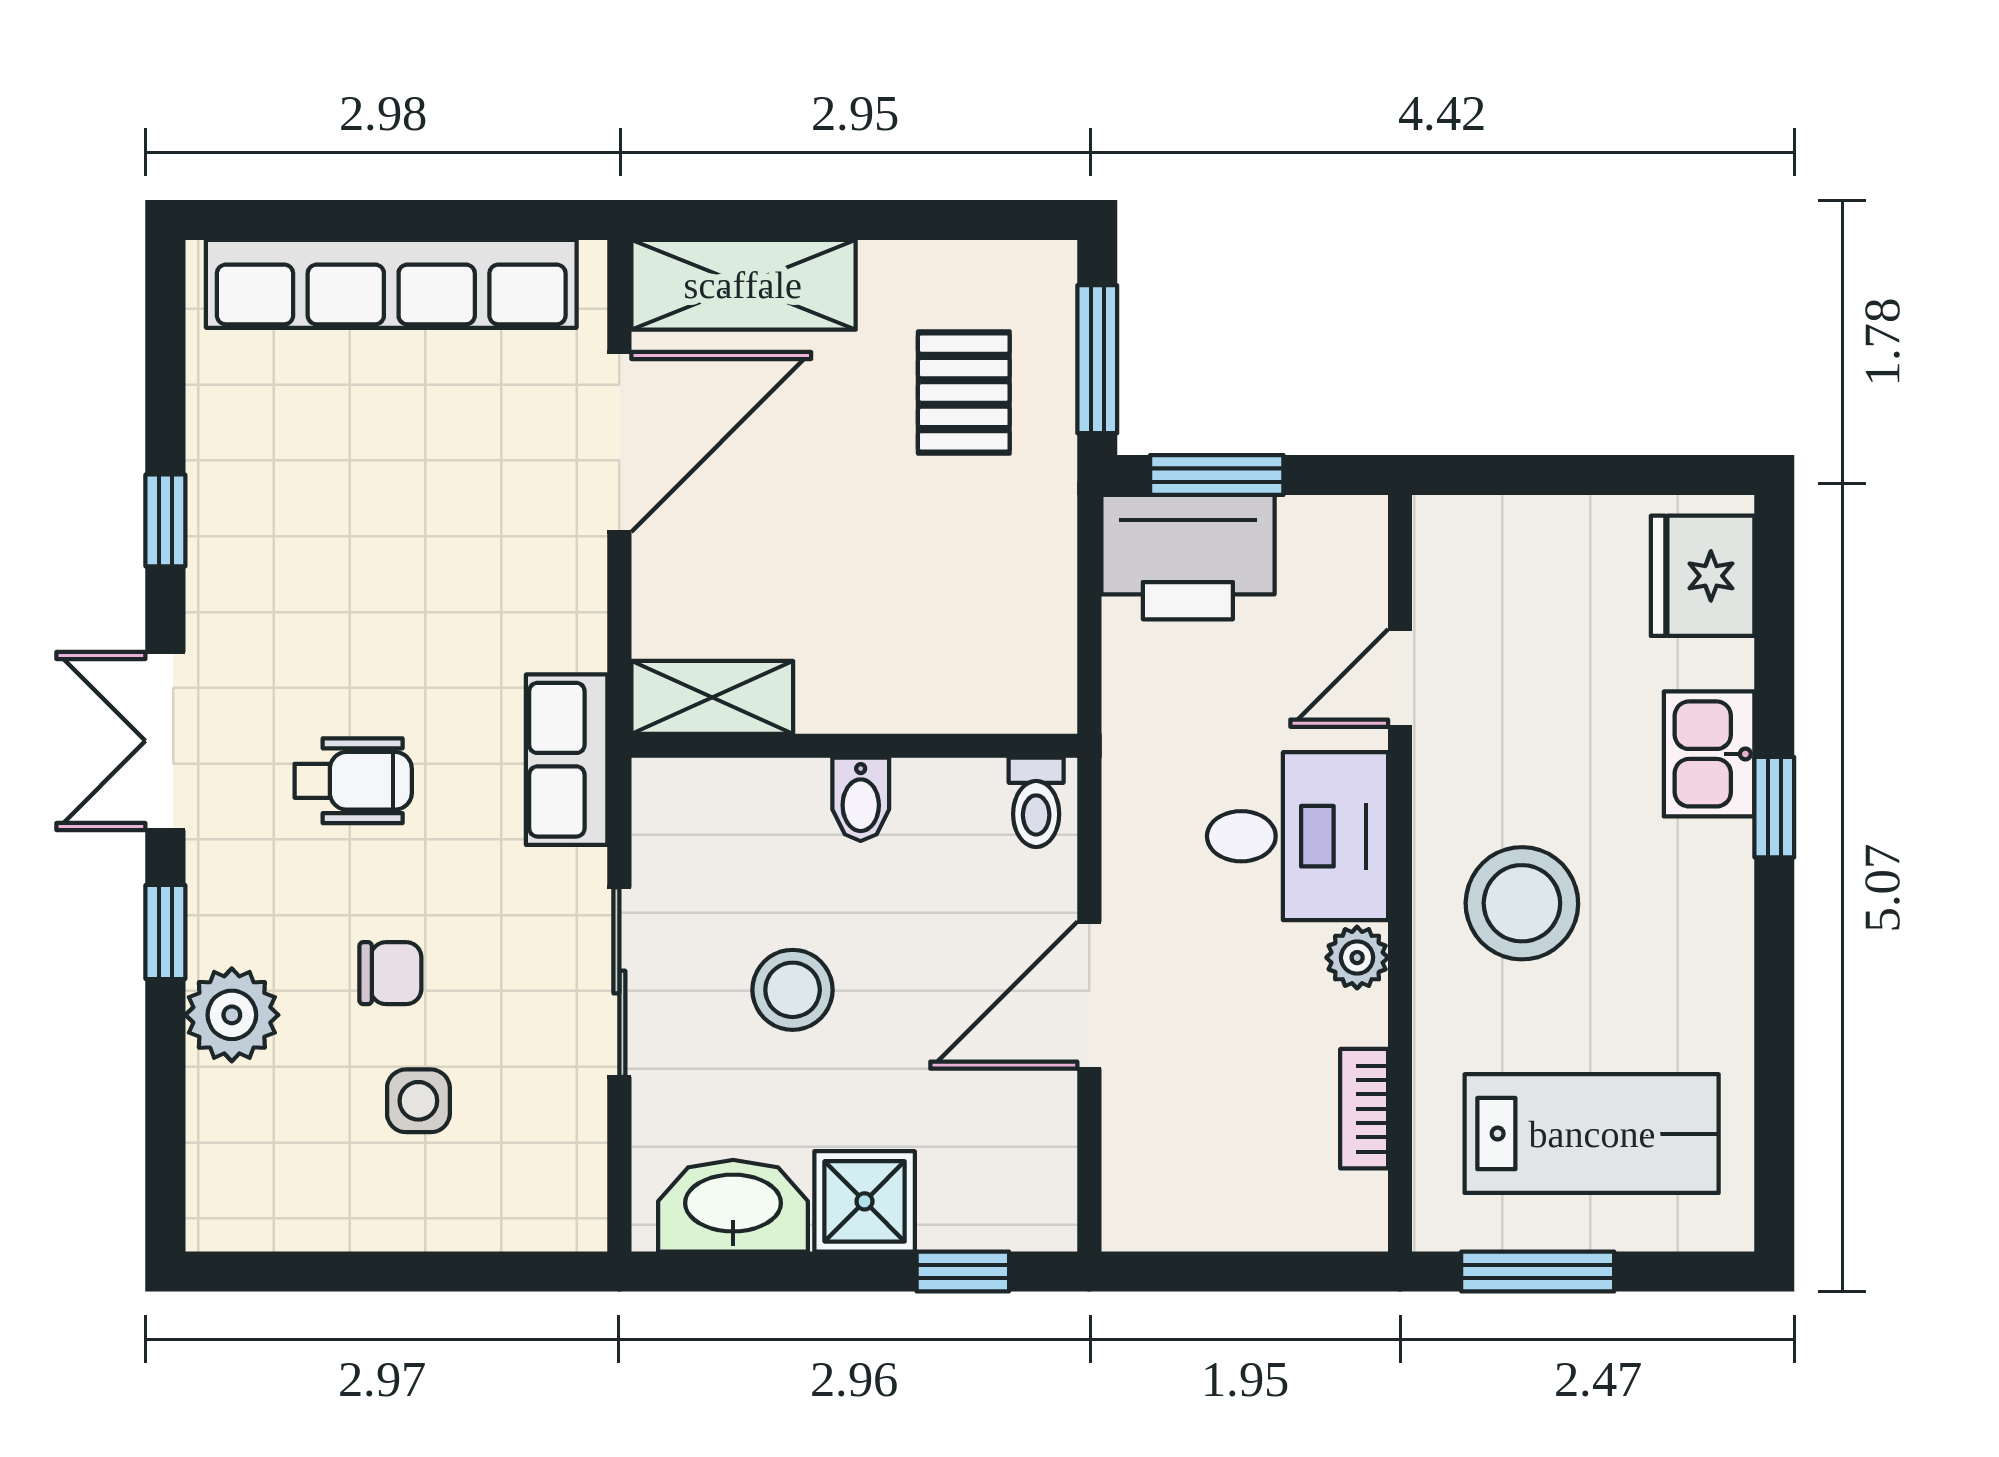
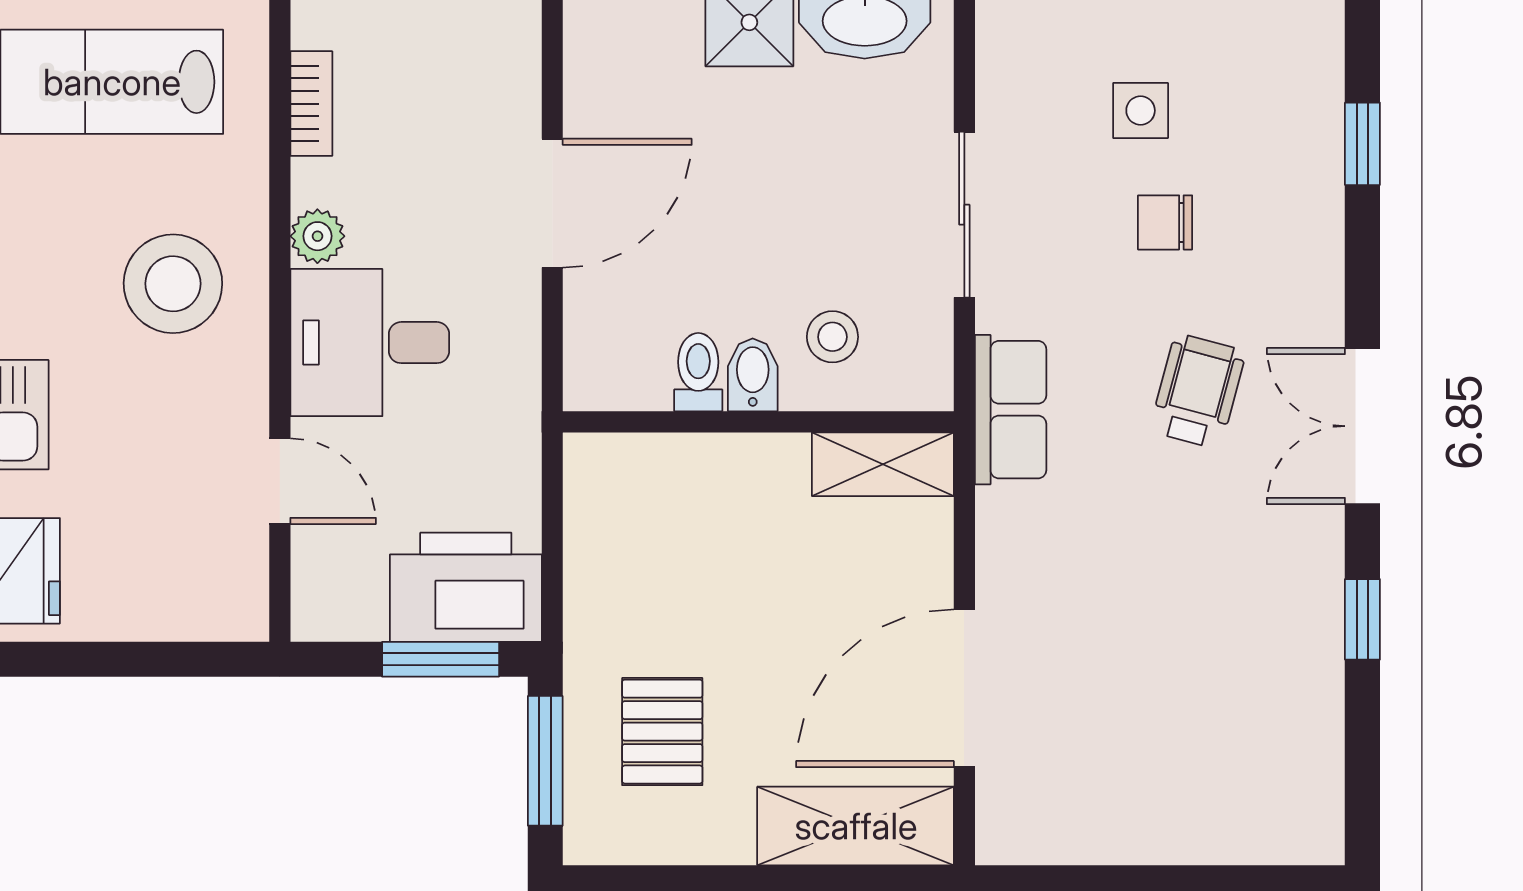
row of seats: (391, 284) -> (1164, 827), removed
door: (1400, 678) -> (280, 481), hinge flipped
double door: (165, 741) -> (1362, 426), swing flipped
wheelchair: (353, 781) -> (1198, 391), turned 105
toilet: (1036, 802) -> (698, 372), moved
window: (165, 932) -> (1362, 144), moved
stool: (793, 990) -> (832, 337), moved, width x0.73, depth x0.73
plant: (232, 1015) -> (1304, 186), removed

